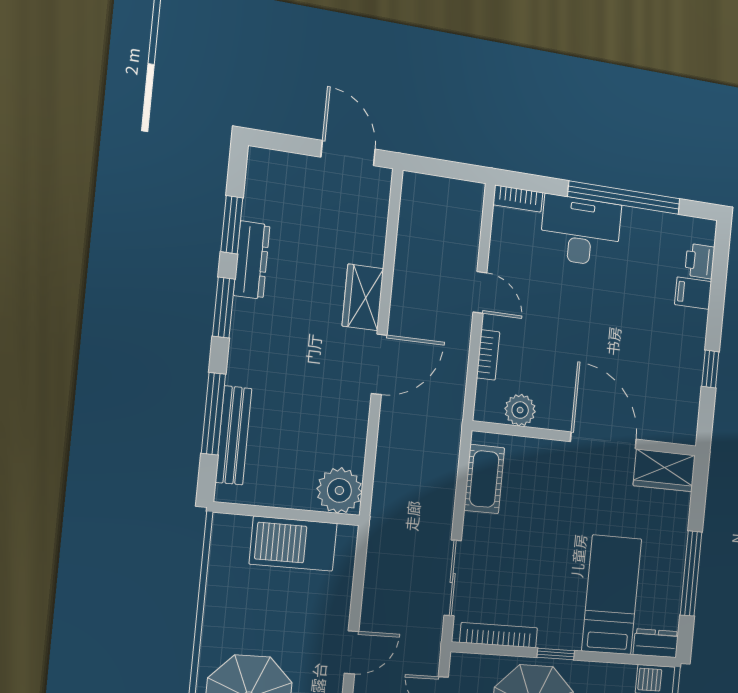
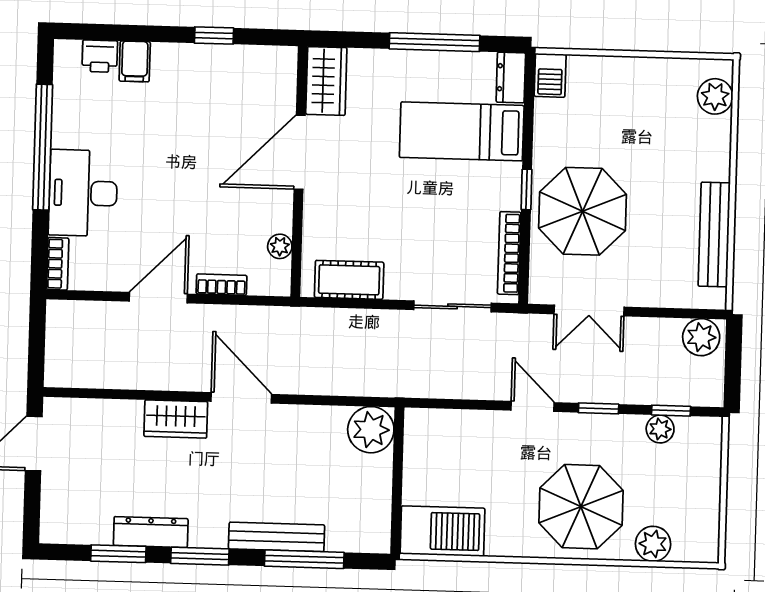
door: (480, 292) -> (158, 298), width x1.38
plant: (520, 410) -> (280, 246), width x0.73, depth x0.73
bench: (234, 435) -> (277, 537), moved
barbecue: (293, 544) -> (443, 531), moved, turned -90

